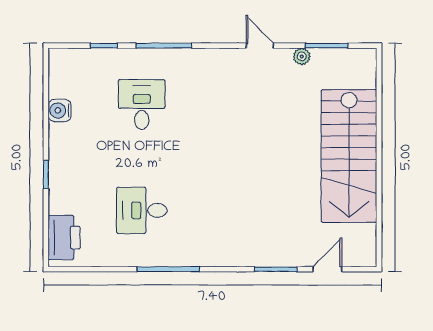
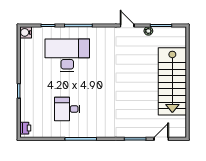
desk: (142, 104) -> (67, 55), width x1.87, depth x1.30
water cooler: (60, 110) -> (26, 32), moved
printer: (64, 238) -> (25, 128), width x0.53, depth x0.68

